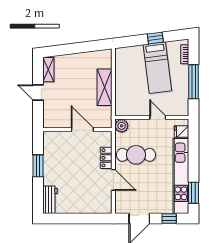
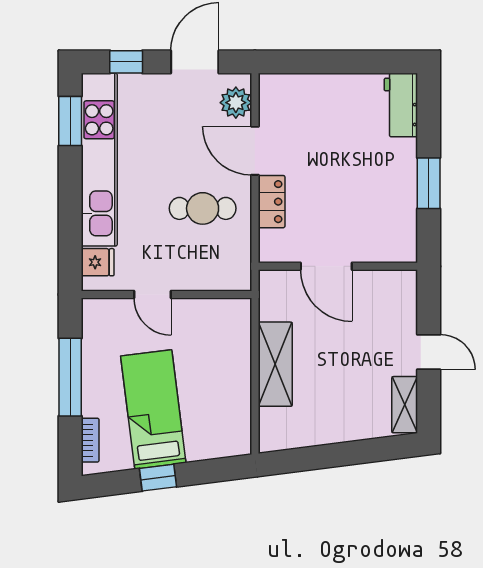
plant: (122, 126) -> (236, 103), moved
cafe table: (136, 155) -> (203, 208), width x0.73, depth x0.74

